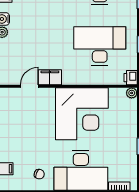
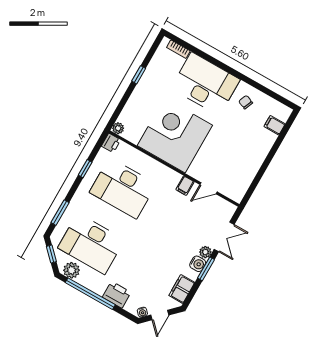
filing cabinet: (50, 77) -> (185, 186), width x0.50

